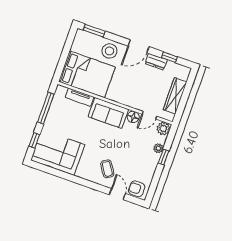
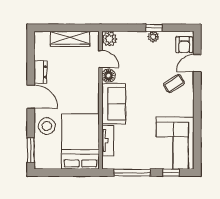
window: (169, 57) -> (31, 59), removed
plant: (158, 148) -> (153, 37), moved
window: (164, 157) -> (154, 28), moved

